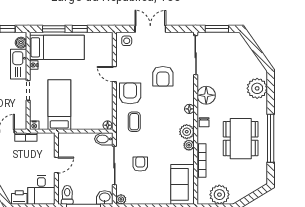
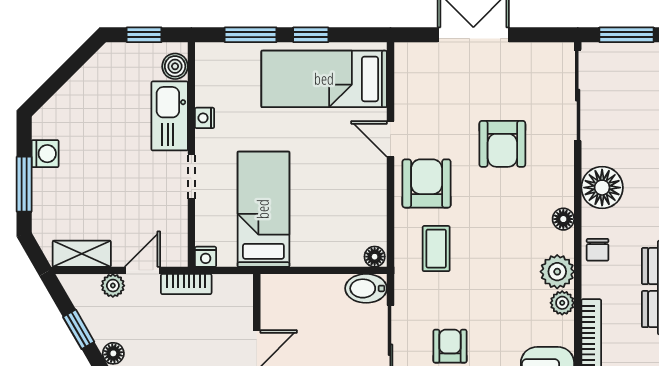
side table: (127, 41) -> (419, 62), removed
bed: (57, 47) -> (324, 79), moved, turned 180

